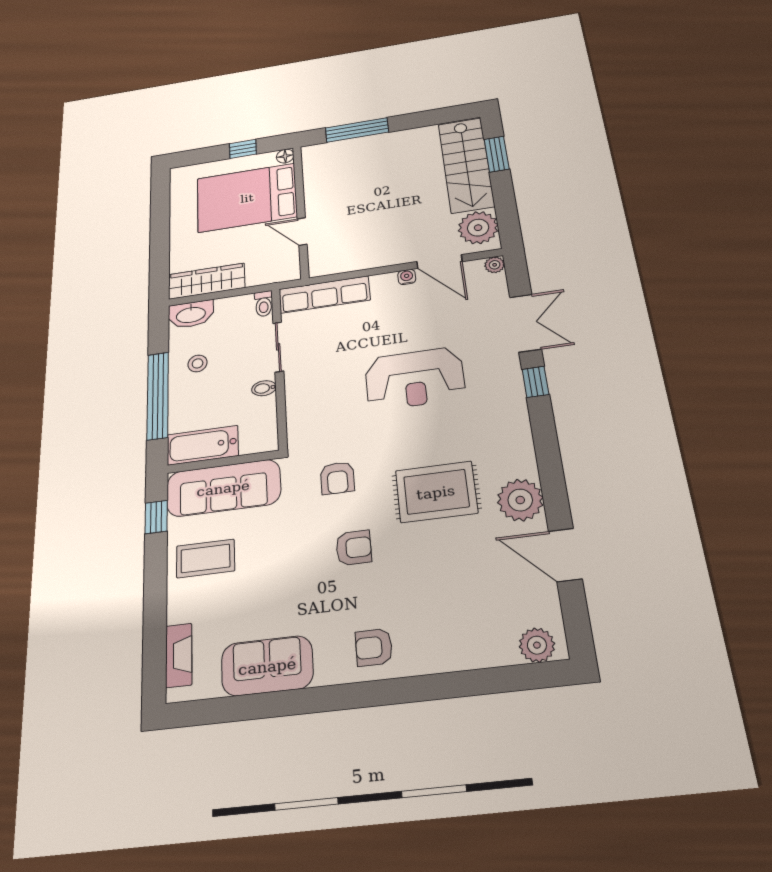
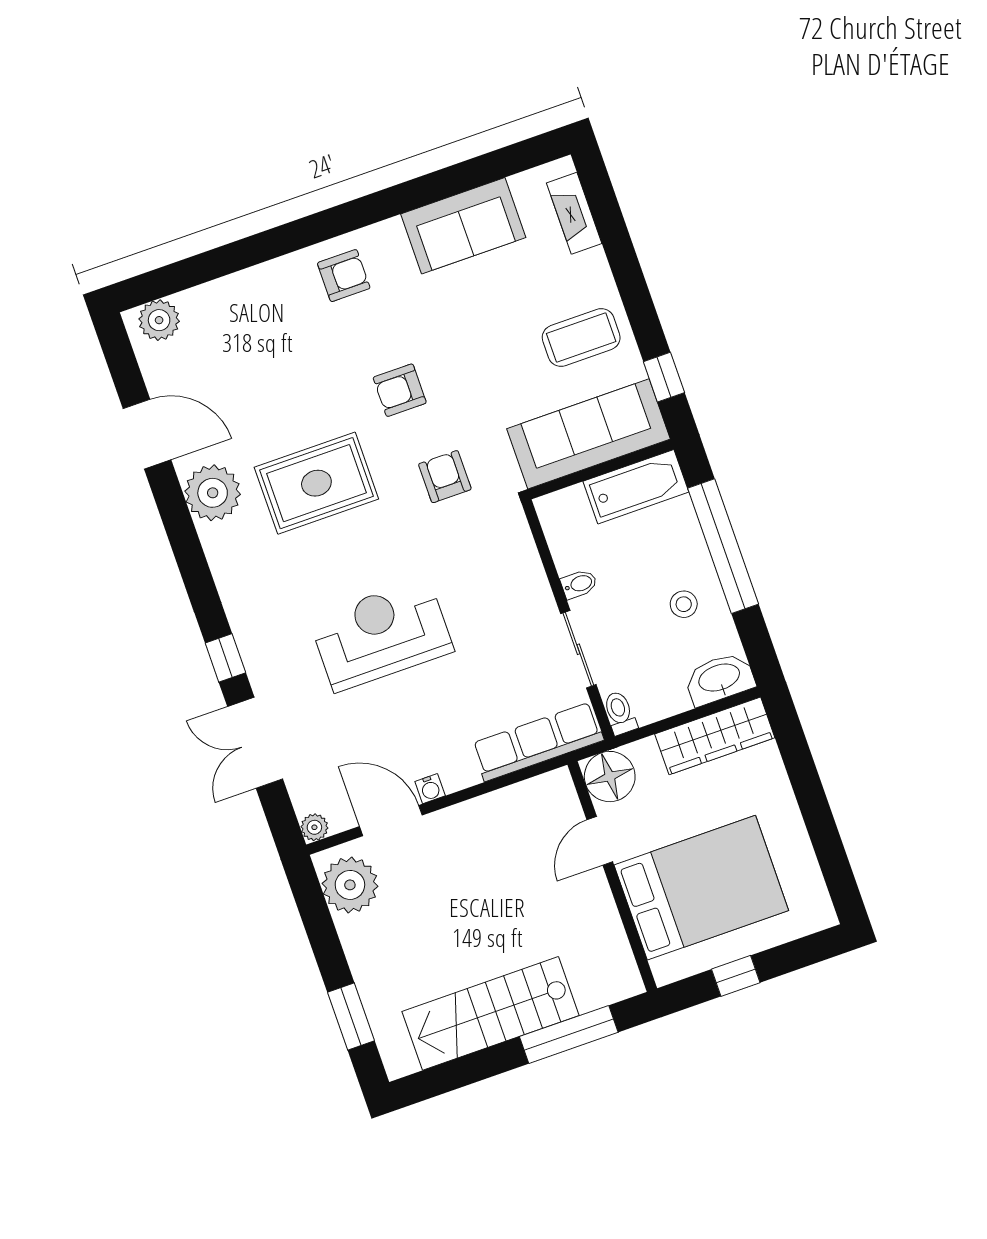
floor lamp: (285, 156) -> (610, 777), moved, width x1.89, depth x1.89
stairs: (466, 165) -> (491, 1013), moved, turned -90
door: (302, 232) -> (600, 841), swing flipped

